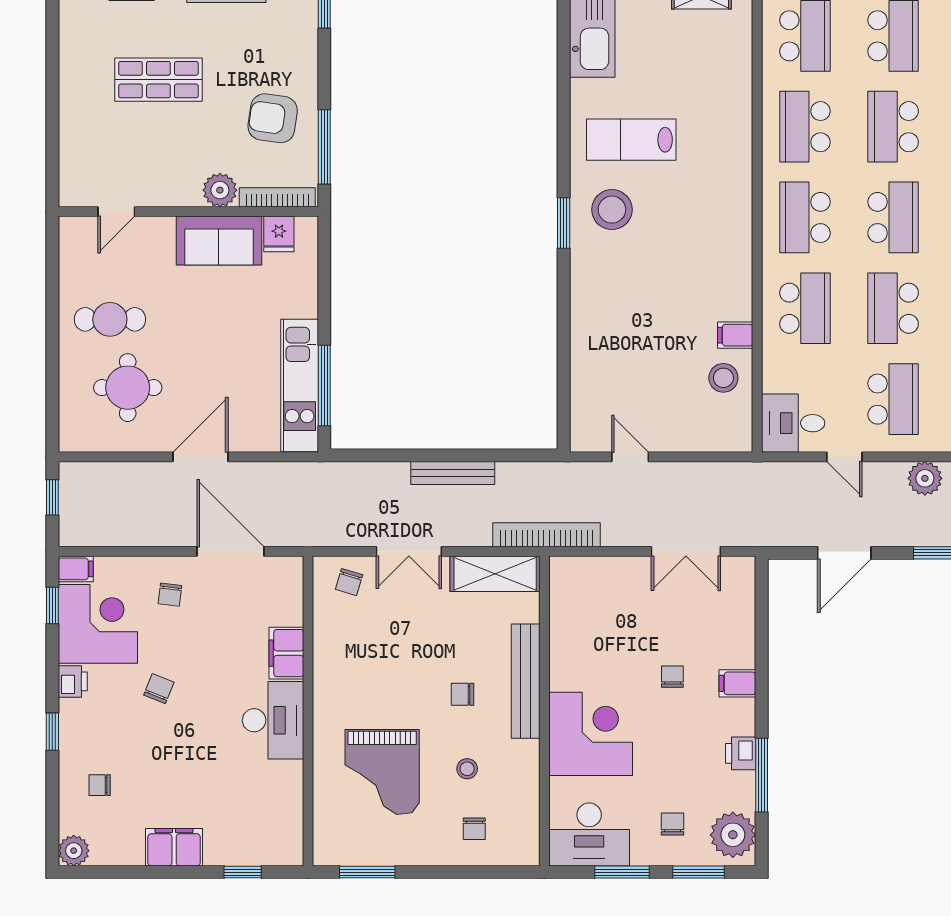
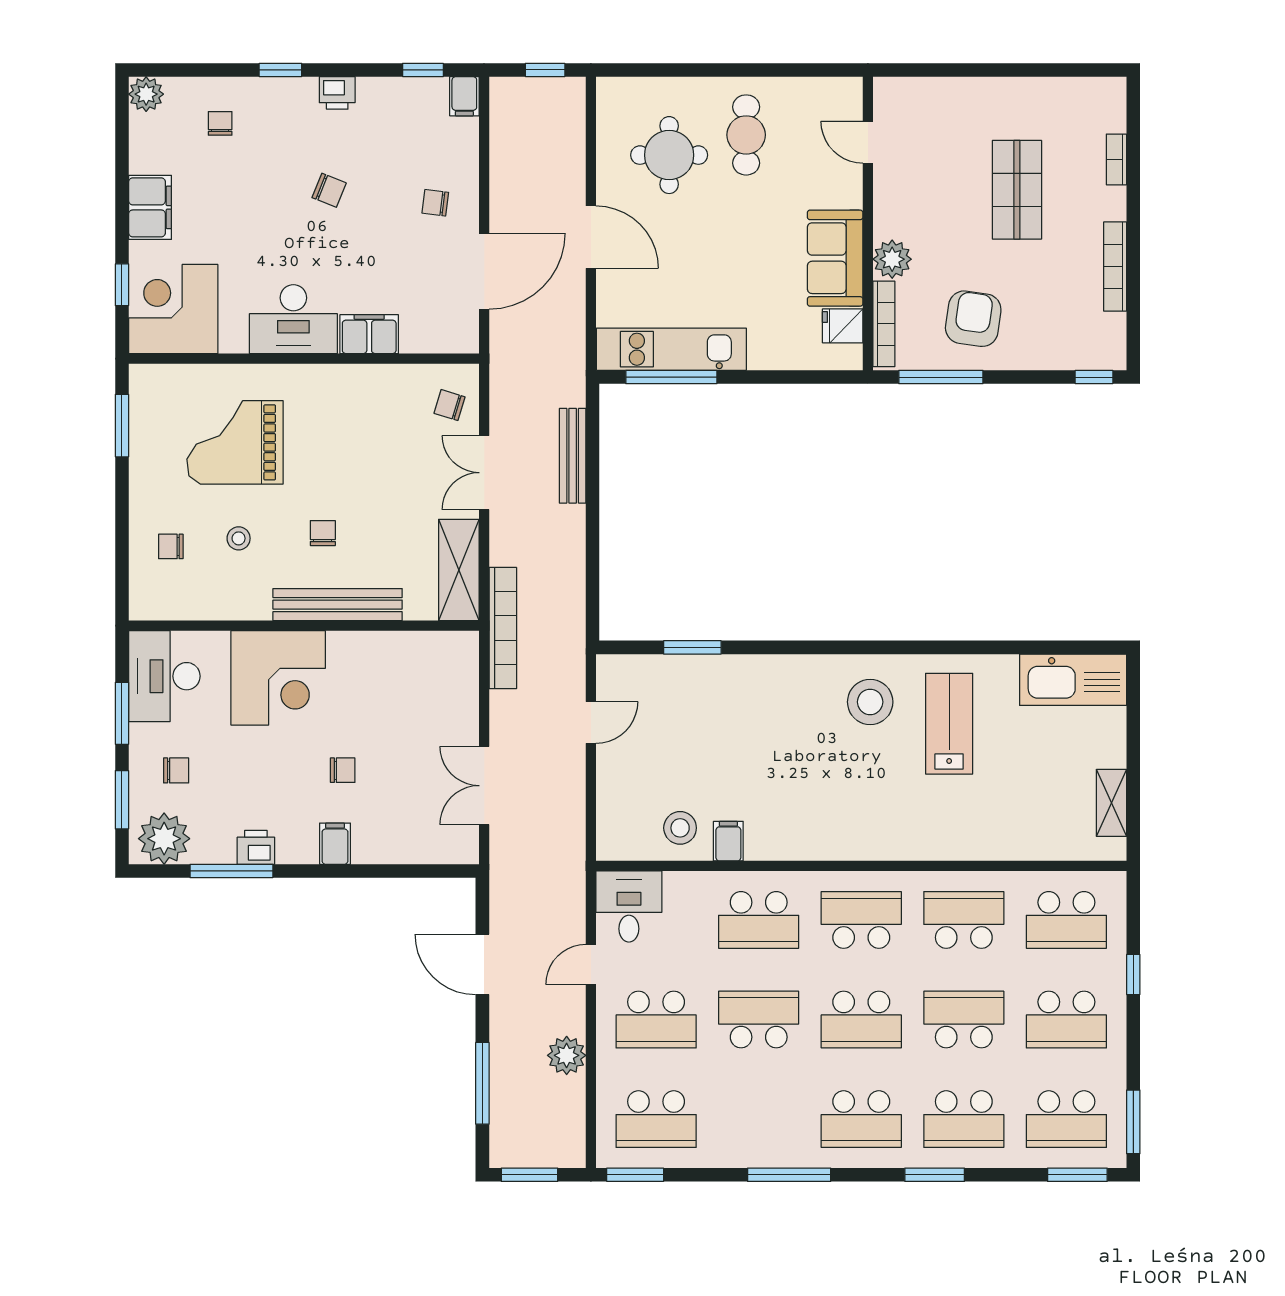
window: (564, 223) -> (692, 647), moved
bench: (453, 473) -> (573, 456), moved
corner desk: (98, 624) -> (173, 309), moved, turned 180

